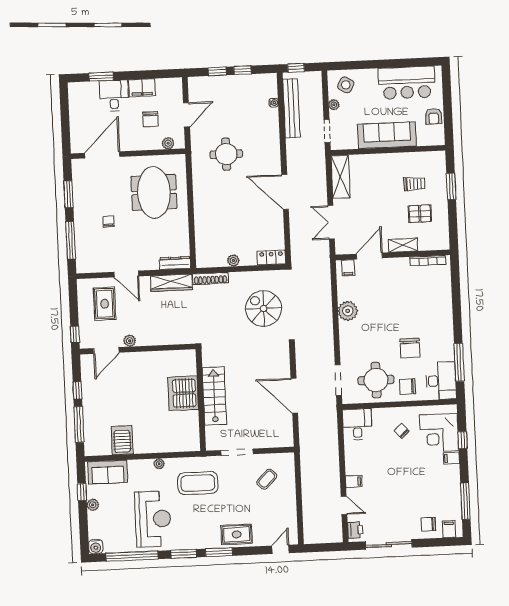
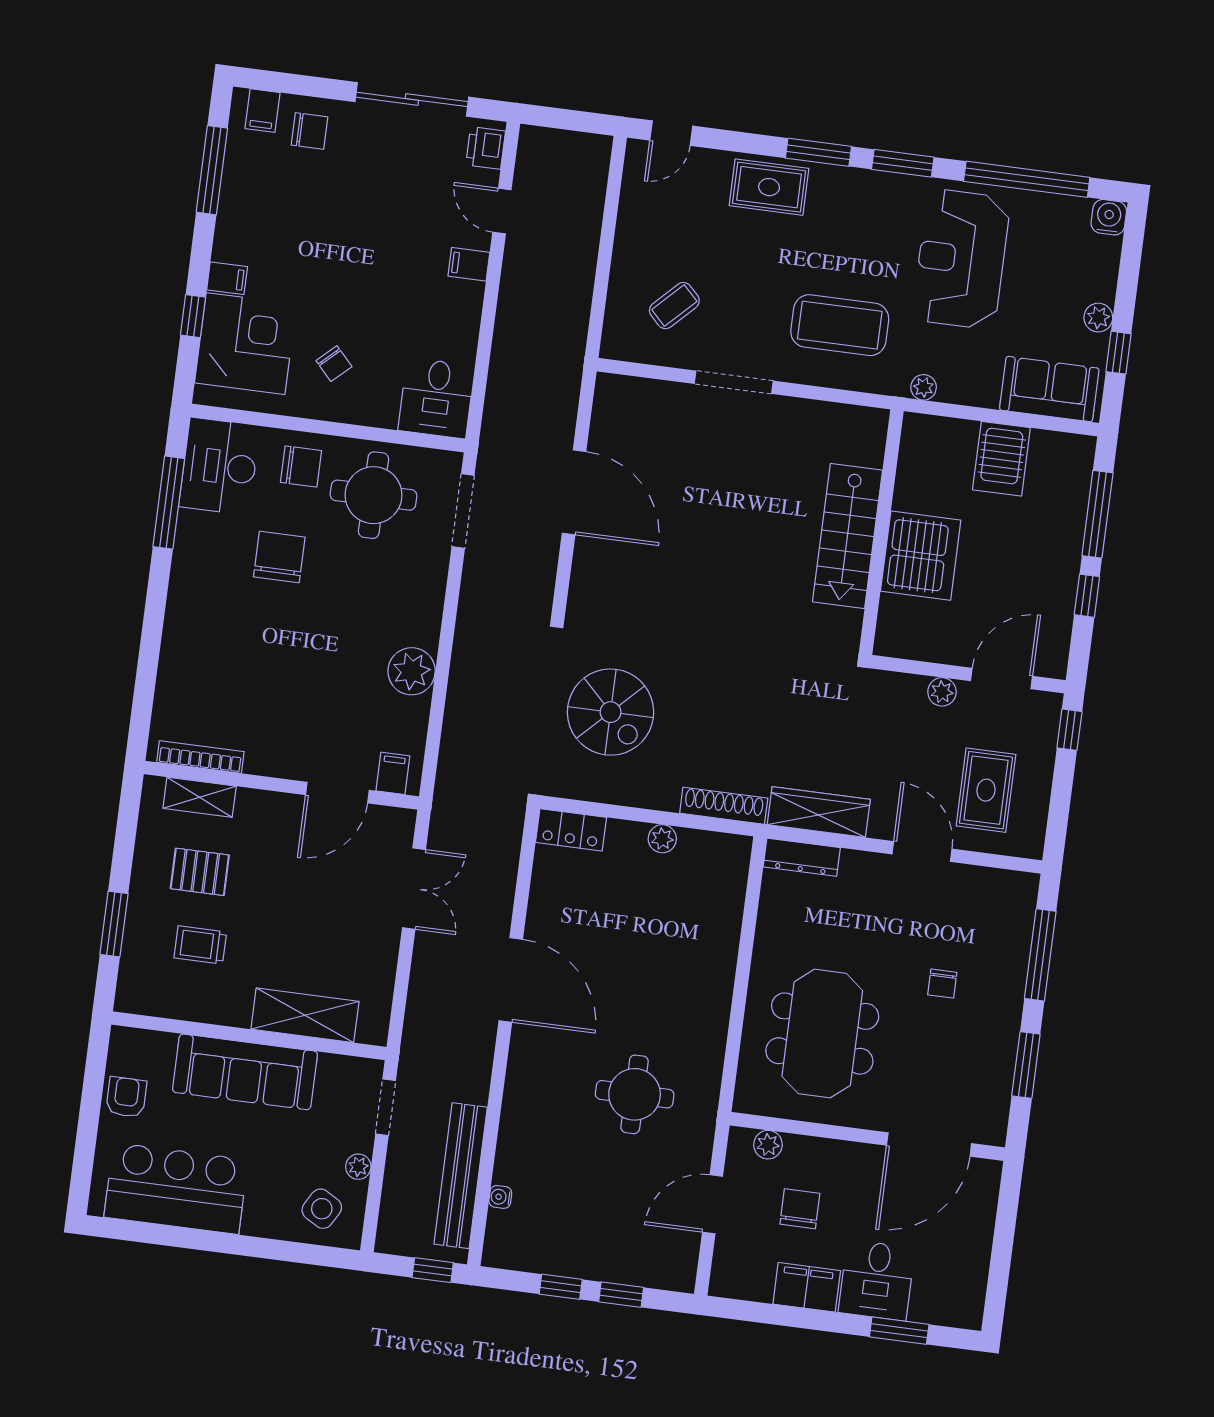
shelving: (340, 177) -> (305, 1015), moved, turned 90
shelving: (403, 245) -> (200, 797), moved
server rack: (183, 393) -> (921, 556), moved
stairs: (214, 396) -> (847, 536), moved
wall: (201, 400) -> (881, 532), moved

